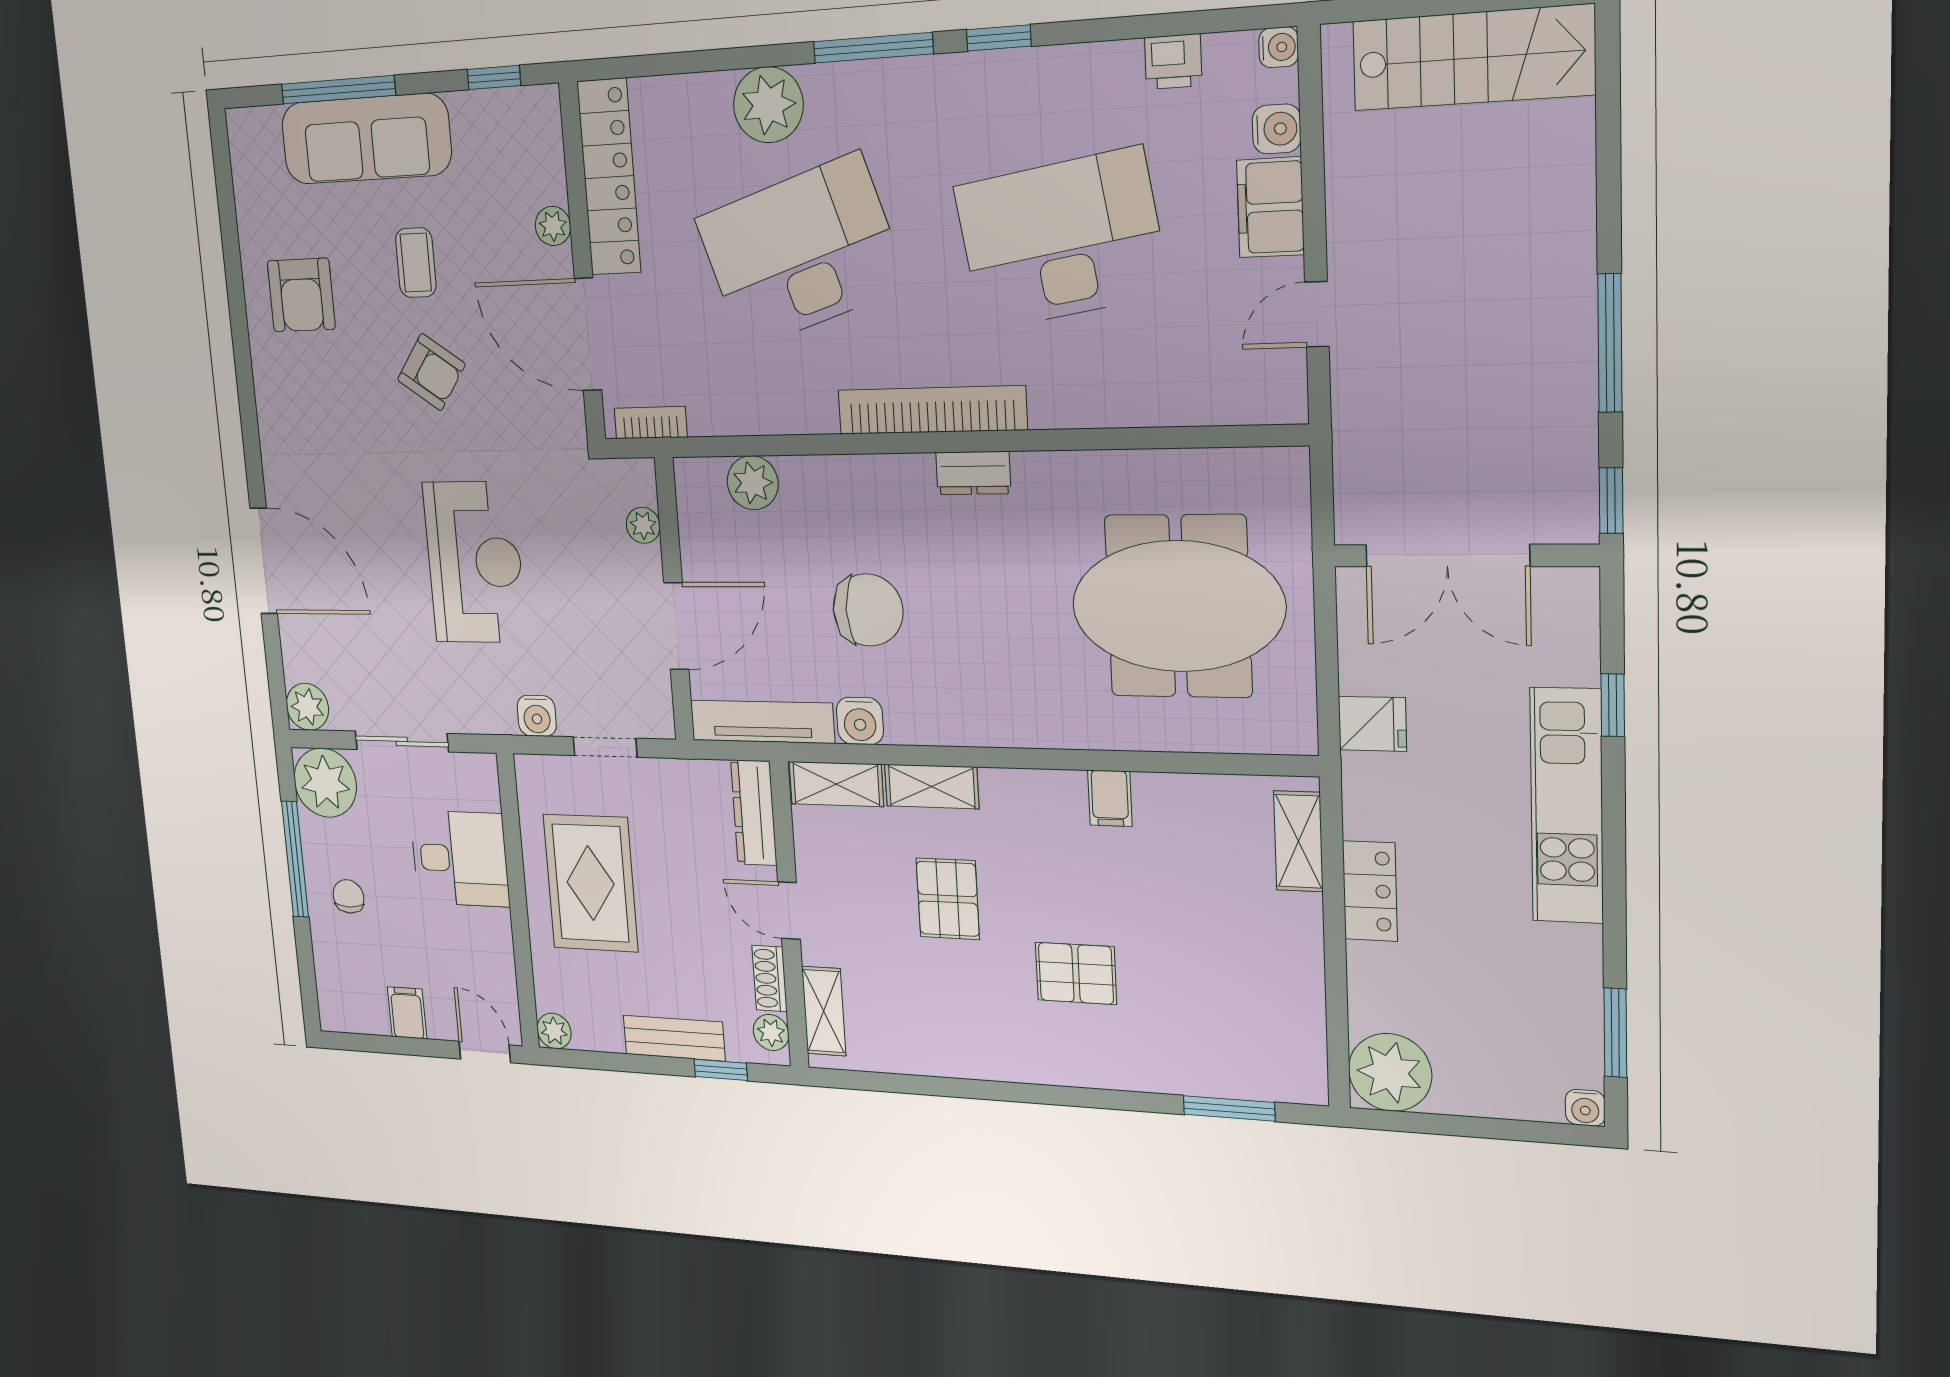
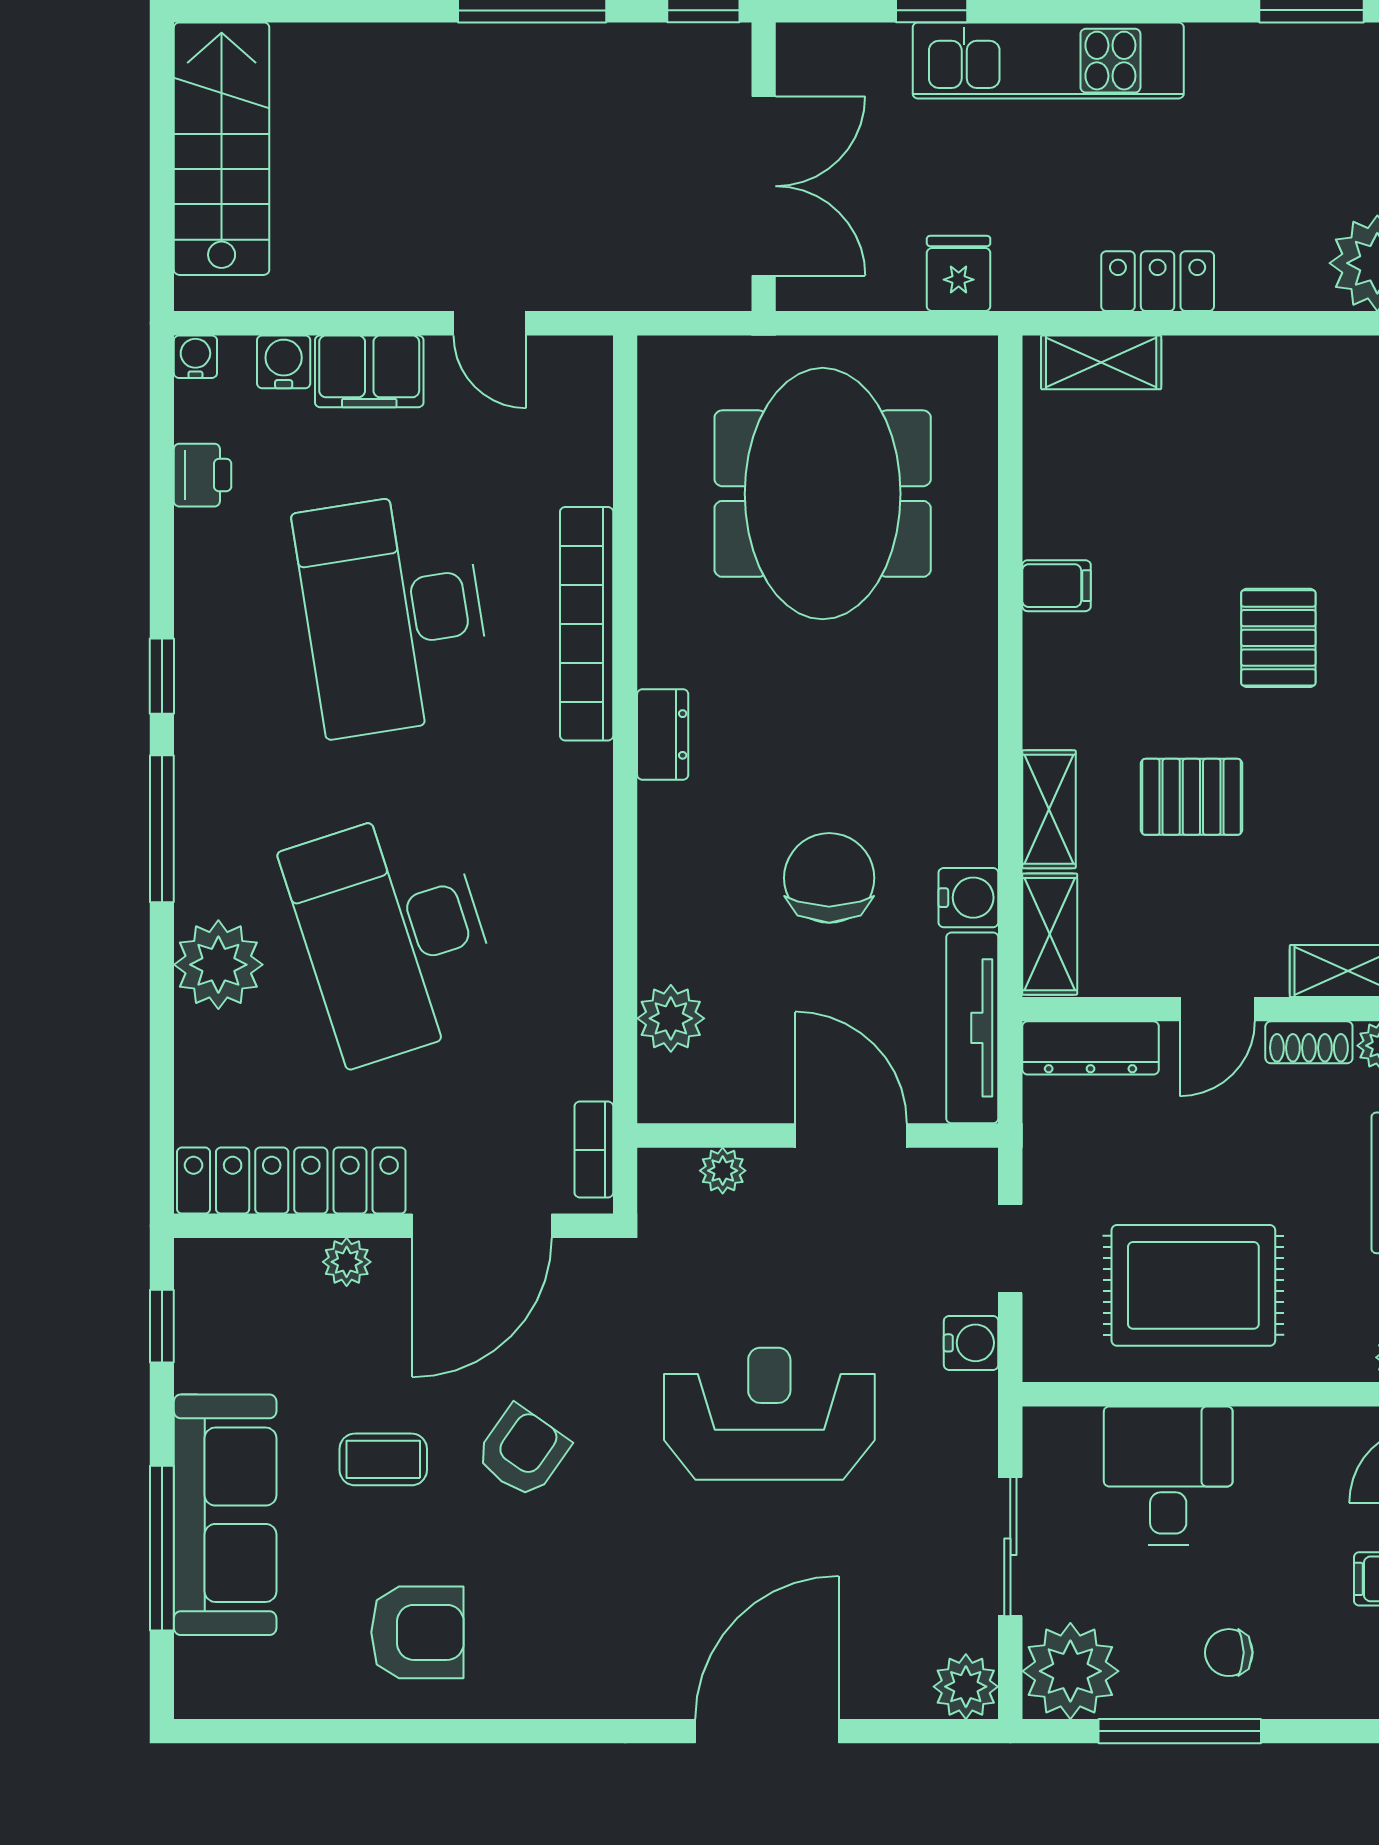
bookcase: (932, 410) -> (587, 624), moved

